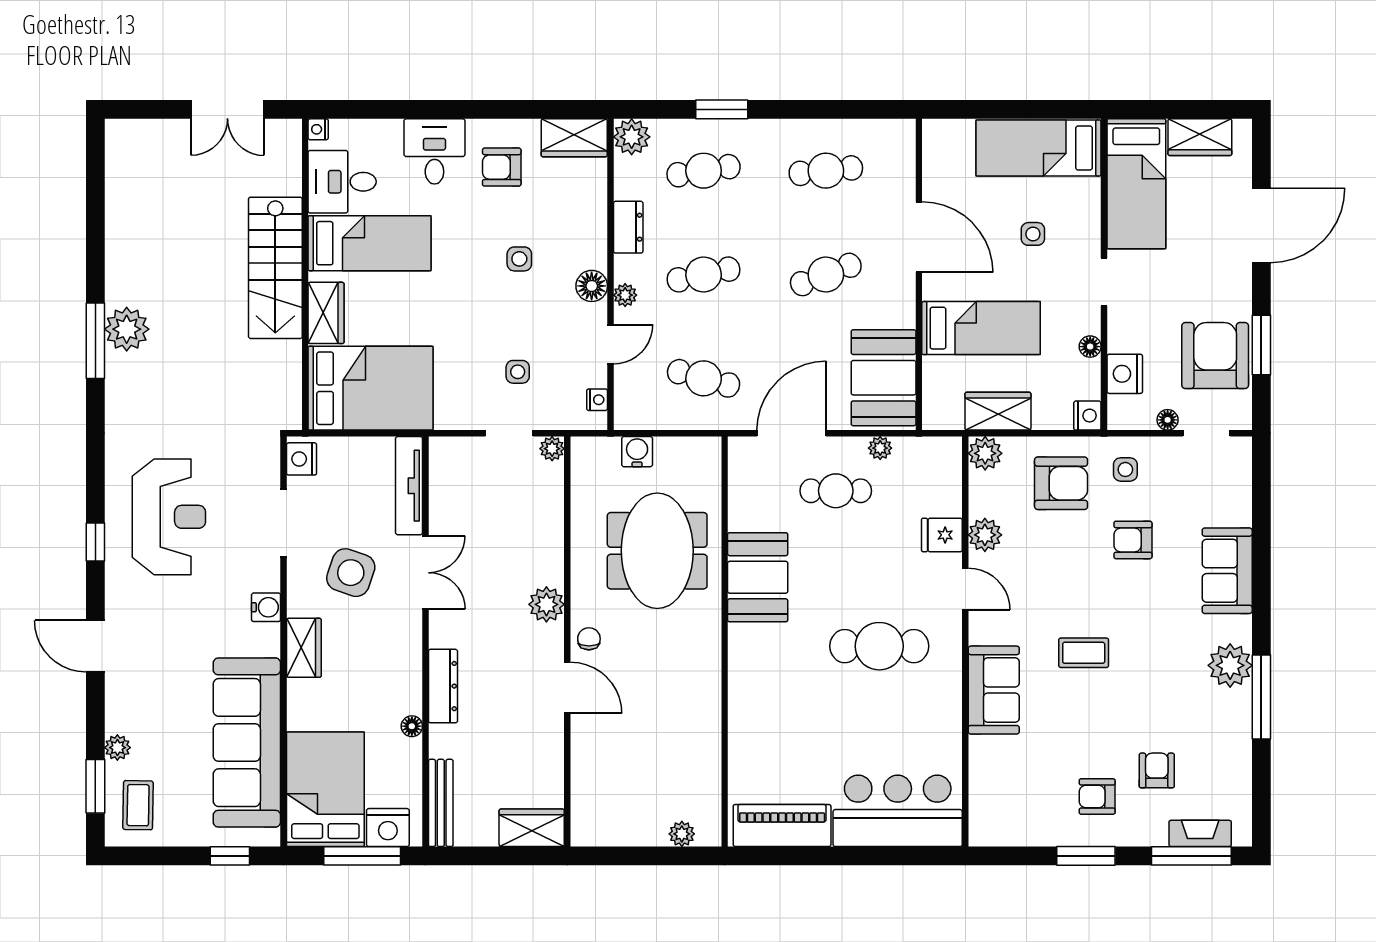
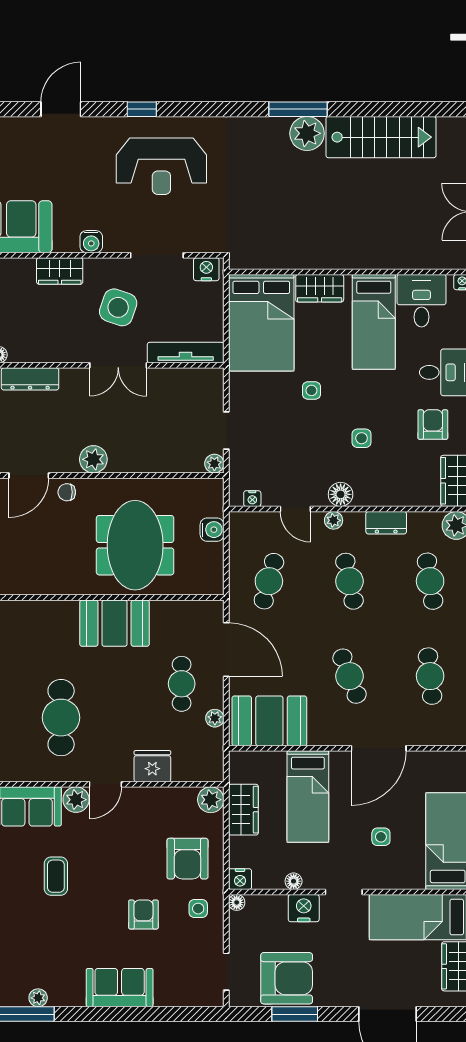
stairs: (275, 268) -> (381, 137), moved, turned 180
side table: (518, 372) -> (311, 390), moved
nightstand: (1125, 374) -> (304, 908), moved
floor lamp: (1168, 420) -> (237, 902), moved
fridge: (942, 535) -> (152, 766), width x1.38
plant: (985, 535) -> (76, 800), moved
meeting table: (657, 551) -> (135, 545), turned 90
chair: (589, 639) -> (67, 492), turned 180
plant: (1230, 665) -> (38, 998), width x0.53, depth x0.53

